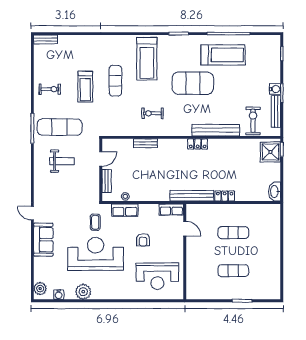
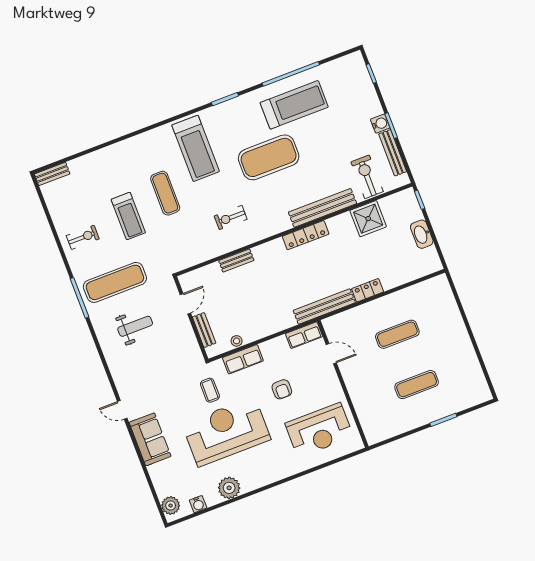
locker: (198, 144) -> (306, 235), width x1.53
shower: (270, 152) -> (368, 219), moved
washbasin: (275, 192) -> (422, 234), moved

